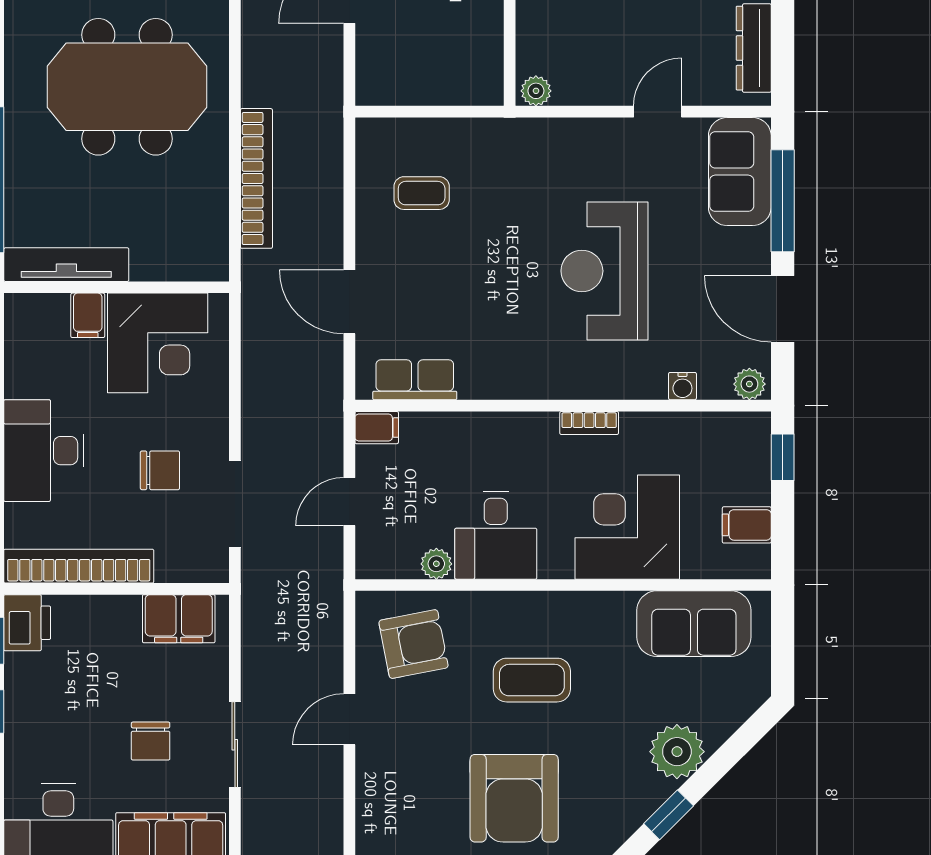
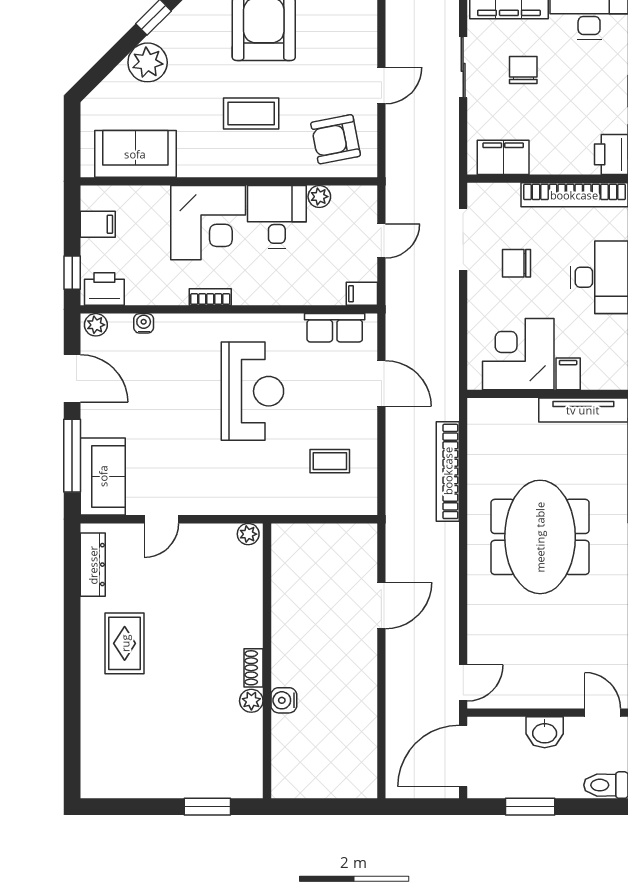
meeting table: (127, 87) -> (540, 537), turned 90
reception desk: (604, 271) -> (252, 391), moved
printer: (738, 434) -> (104, 289), added
corner desk: (627, 527) -> (208, 223), moved

